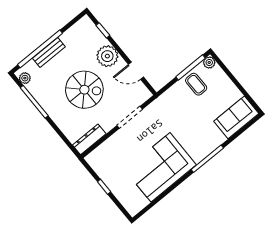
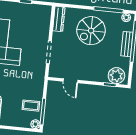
plant: (107, 56) -> (116, 76), moved
door: (136, 71) -> (70, 81), swing flipped
spiral stairs: (84, 90) -> (91, 31), moved

